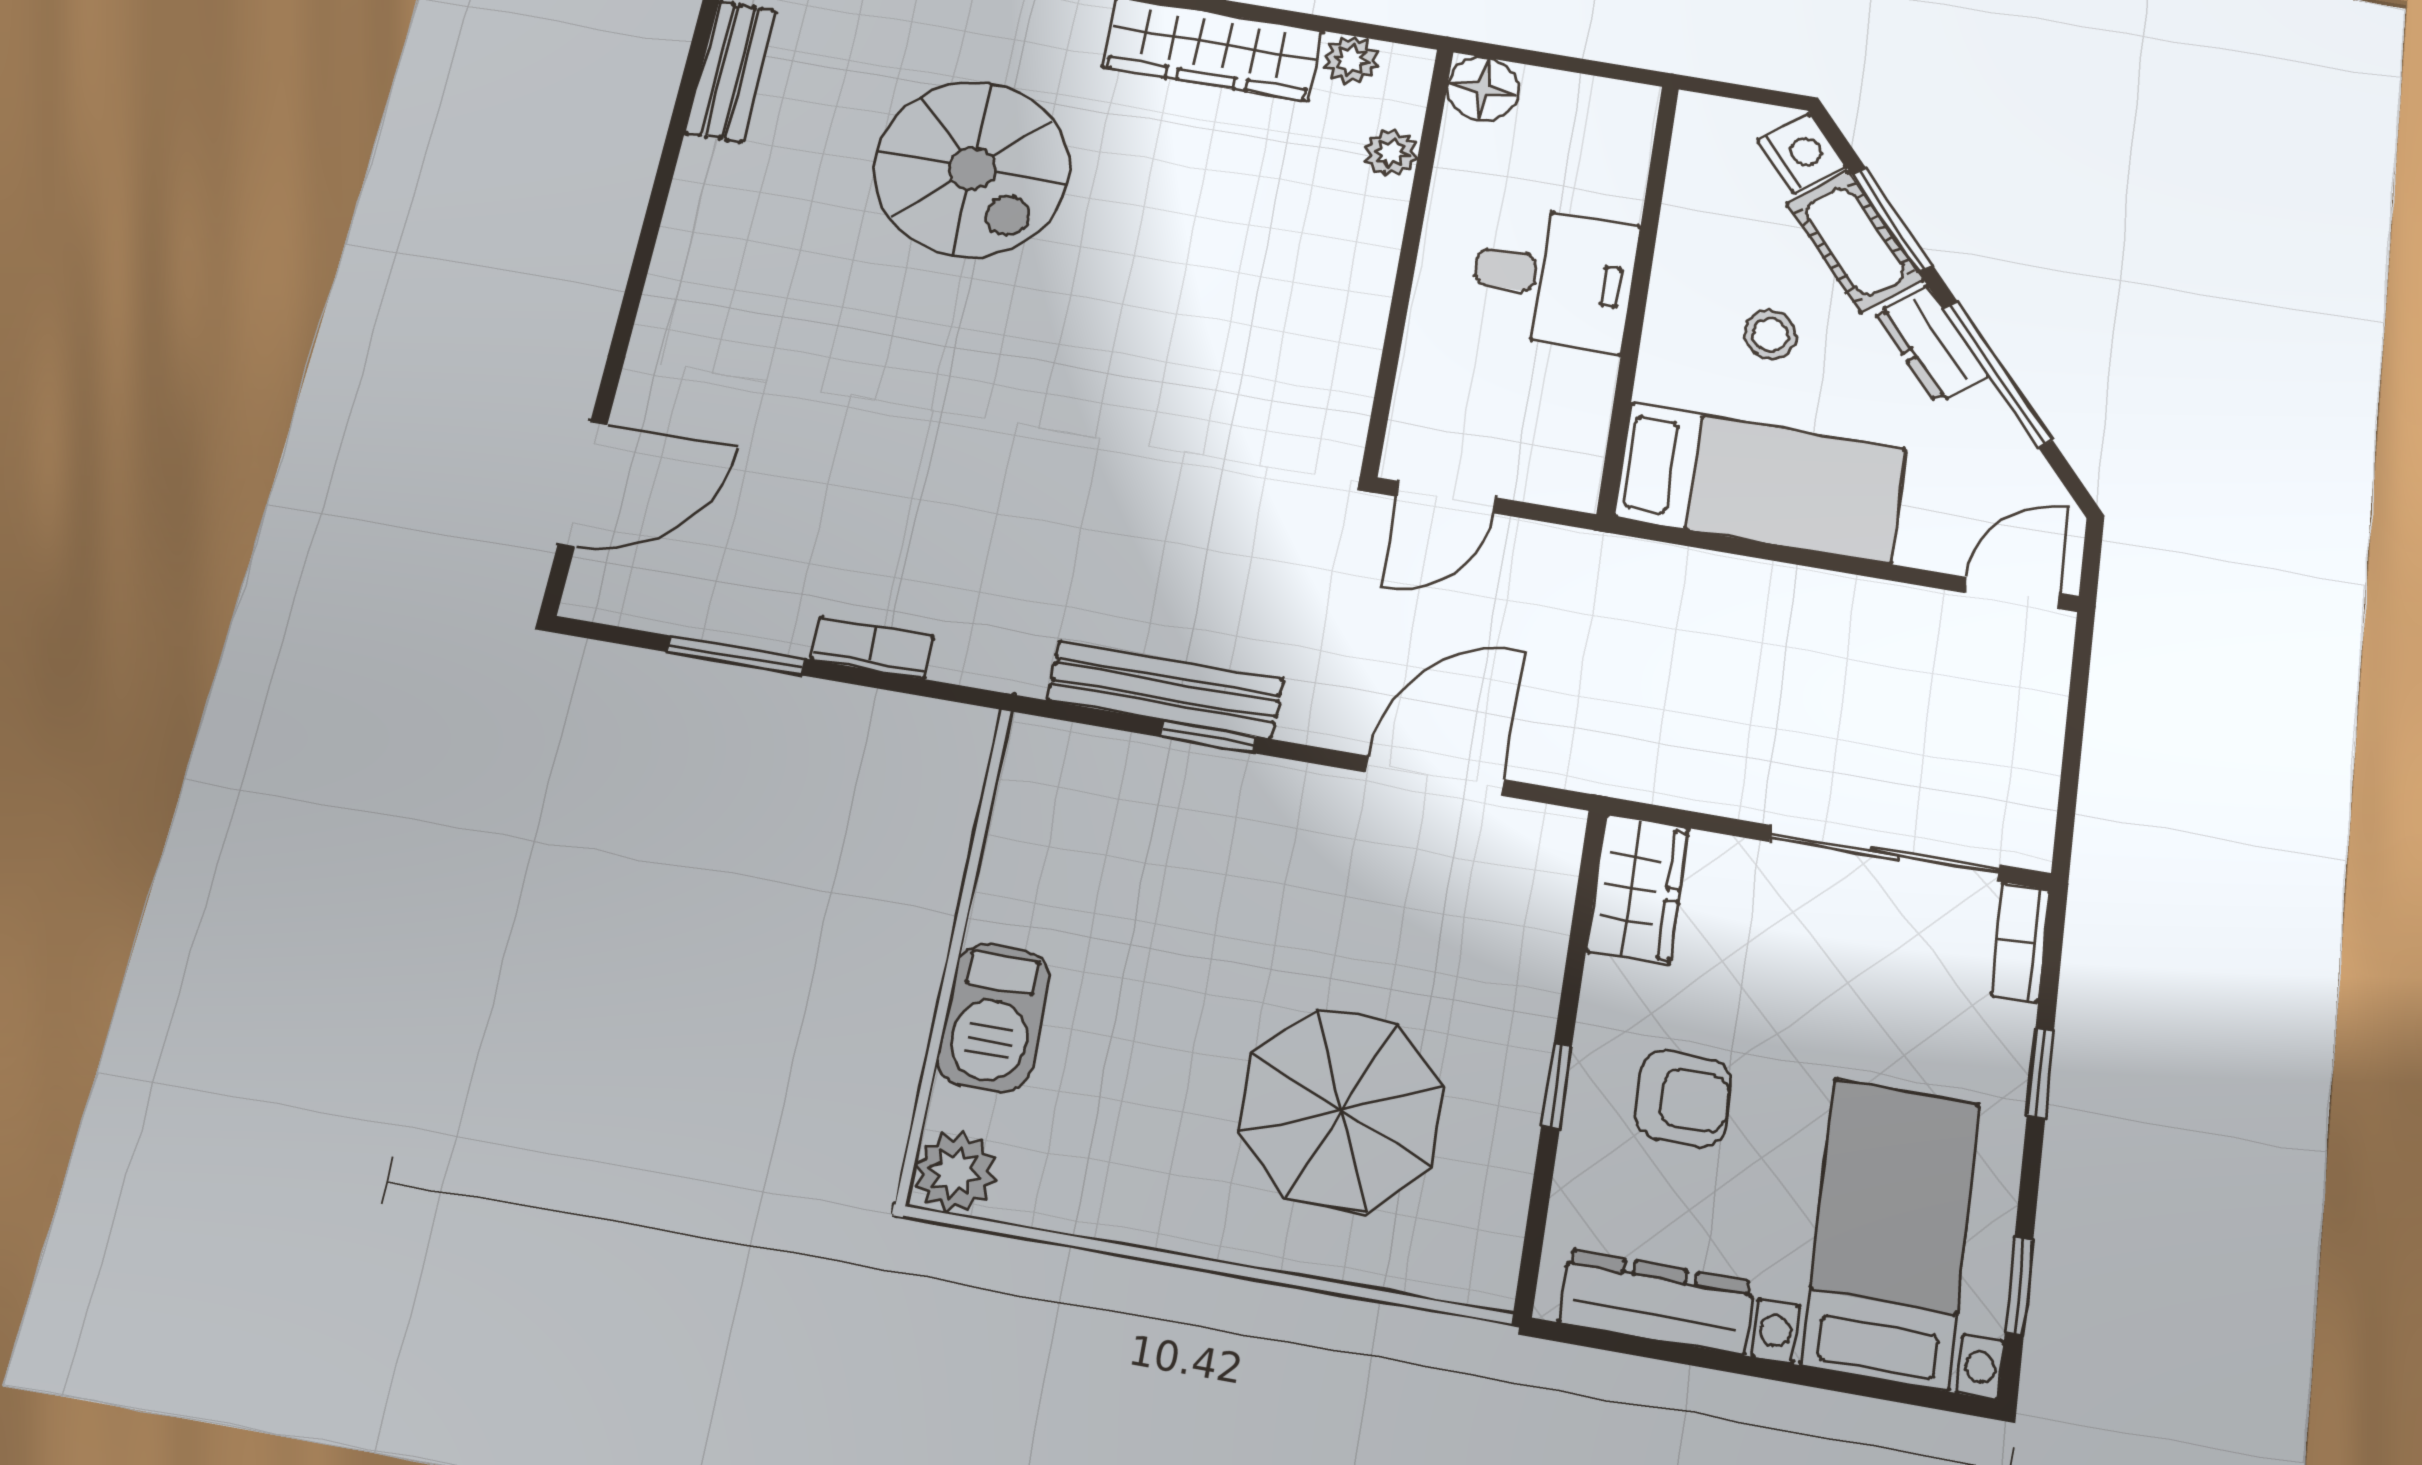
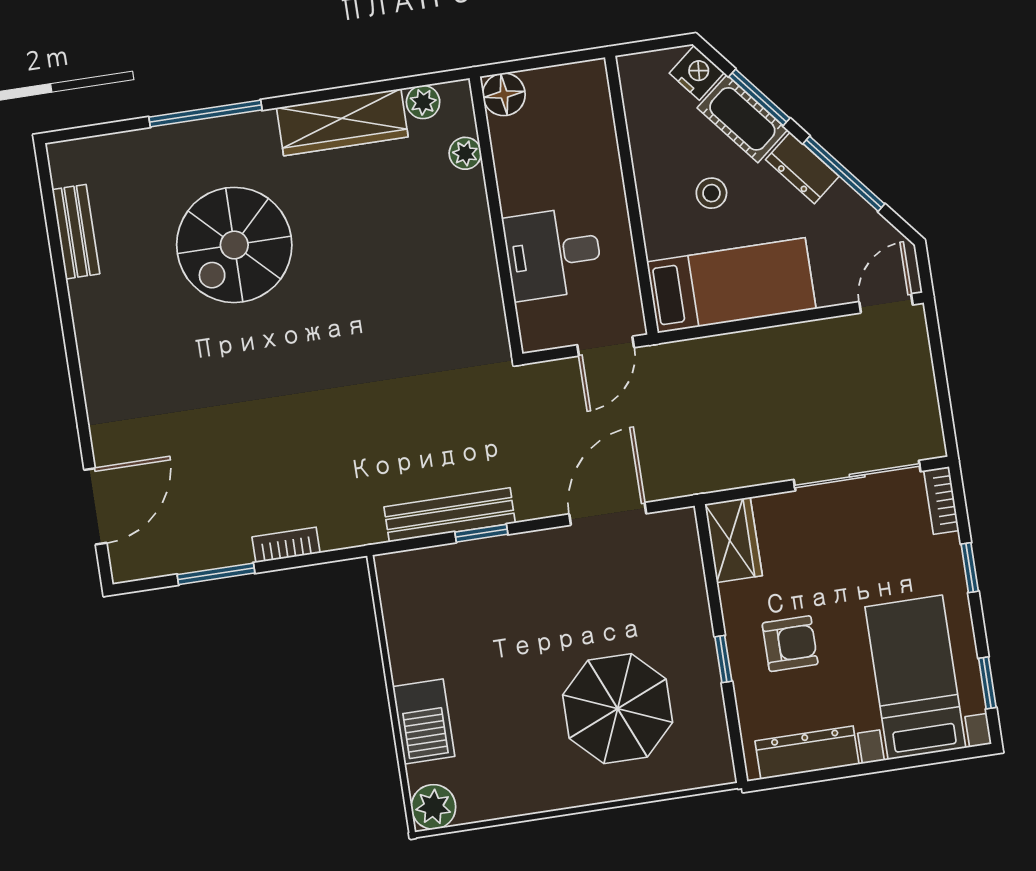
spiral stairs: (972, 169) -> (234, 245), turned 90
desk: (1554, 278) -> (553, 253), moved, turned 180
door: (1446, 497) -> (606, 346), moved

